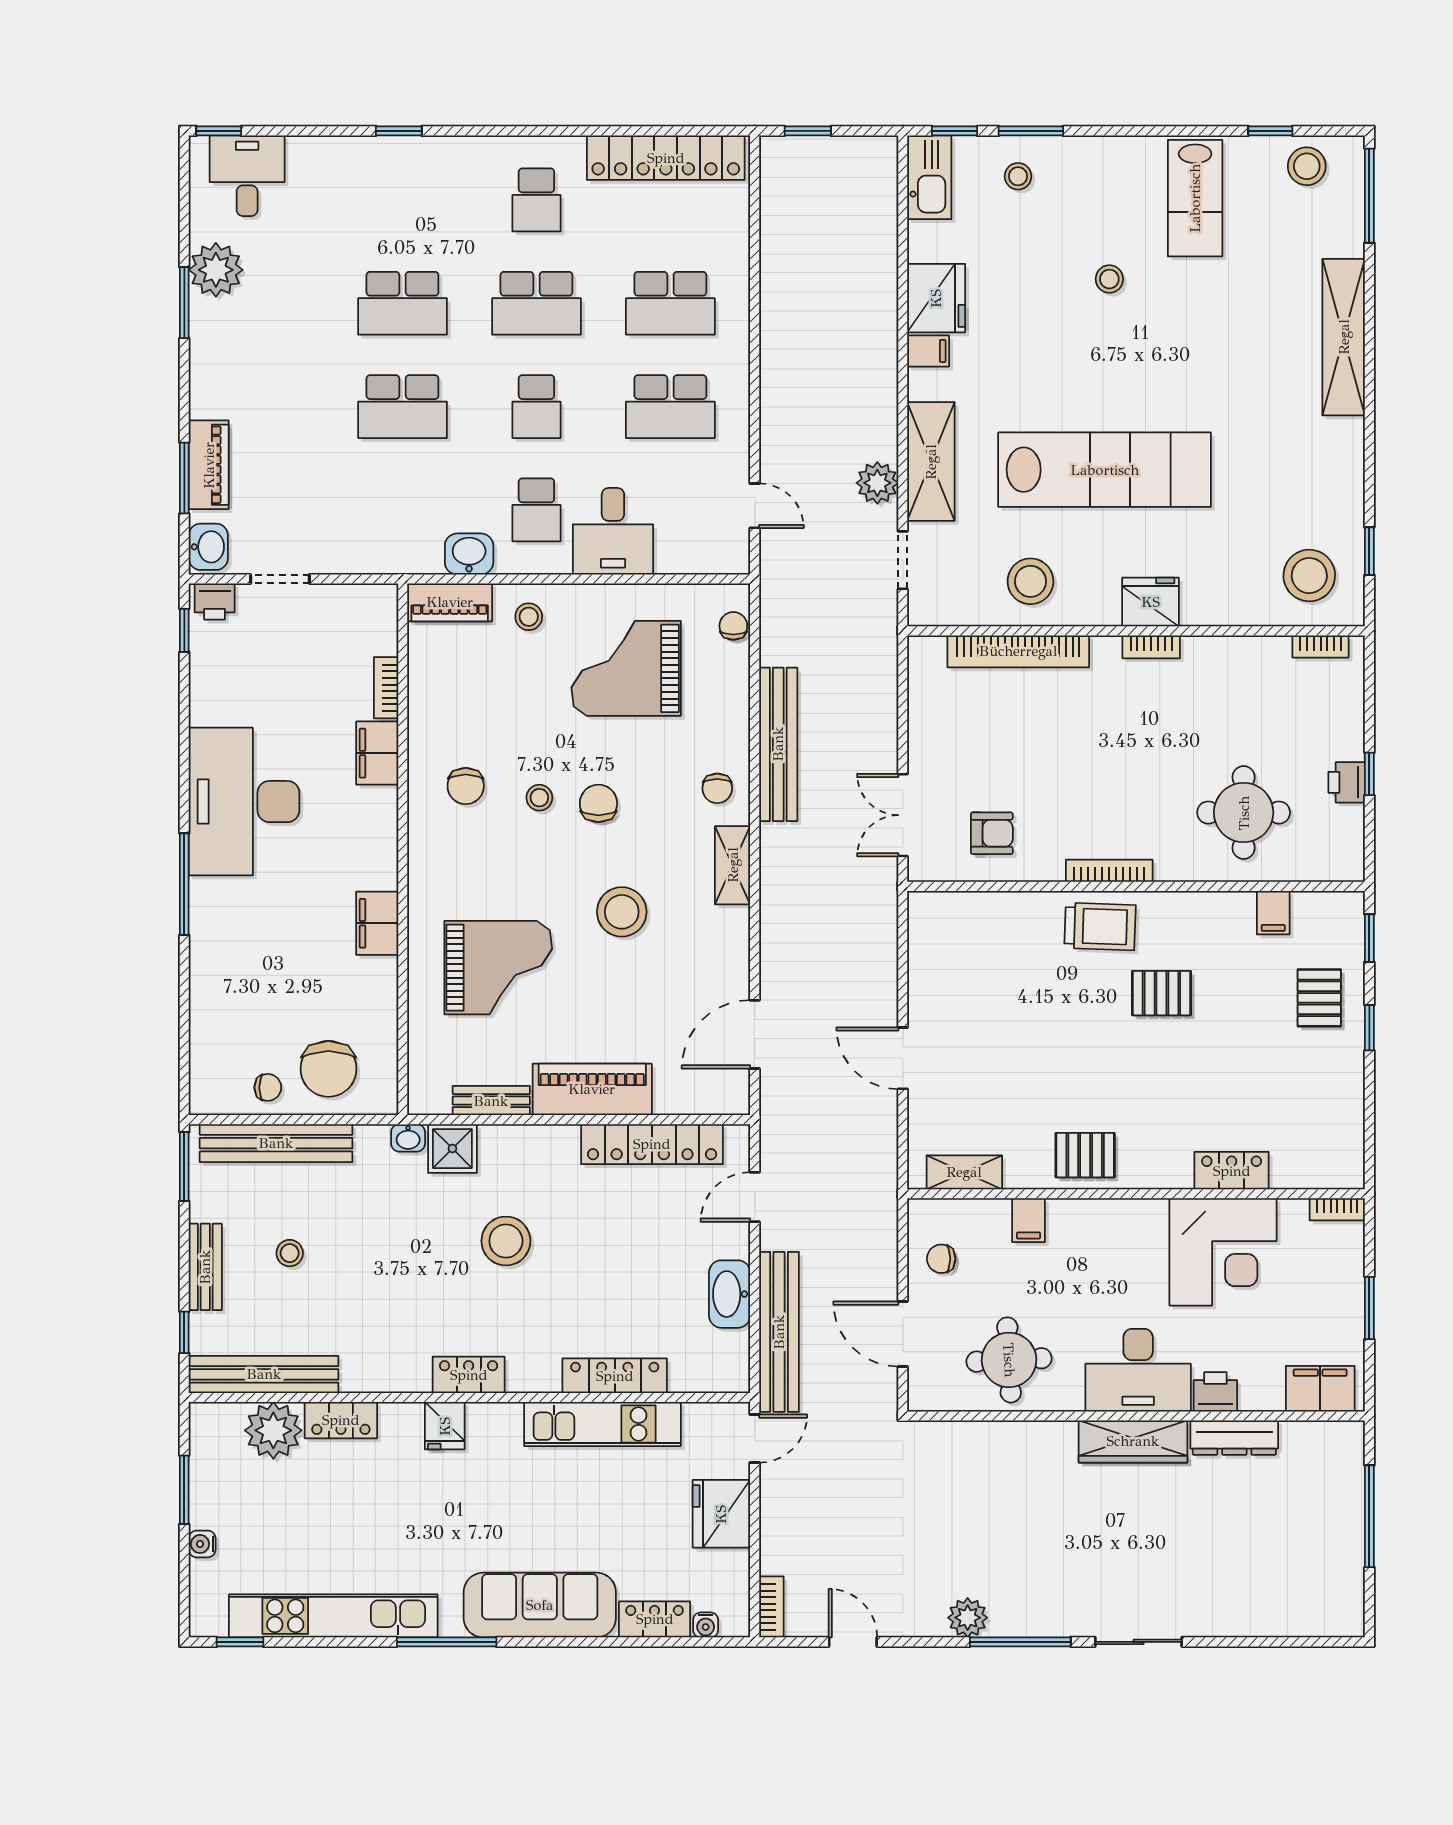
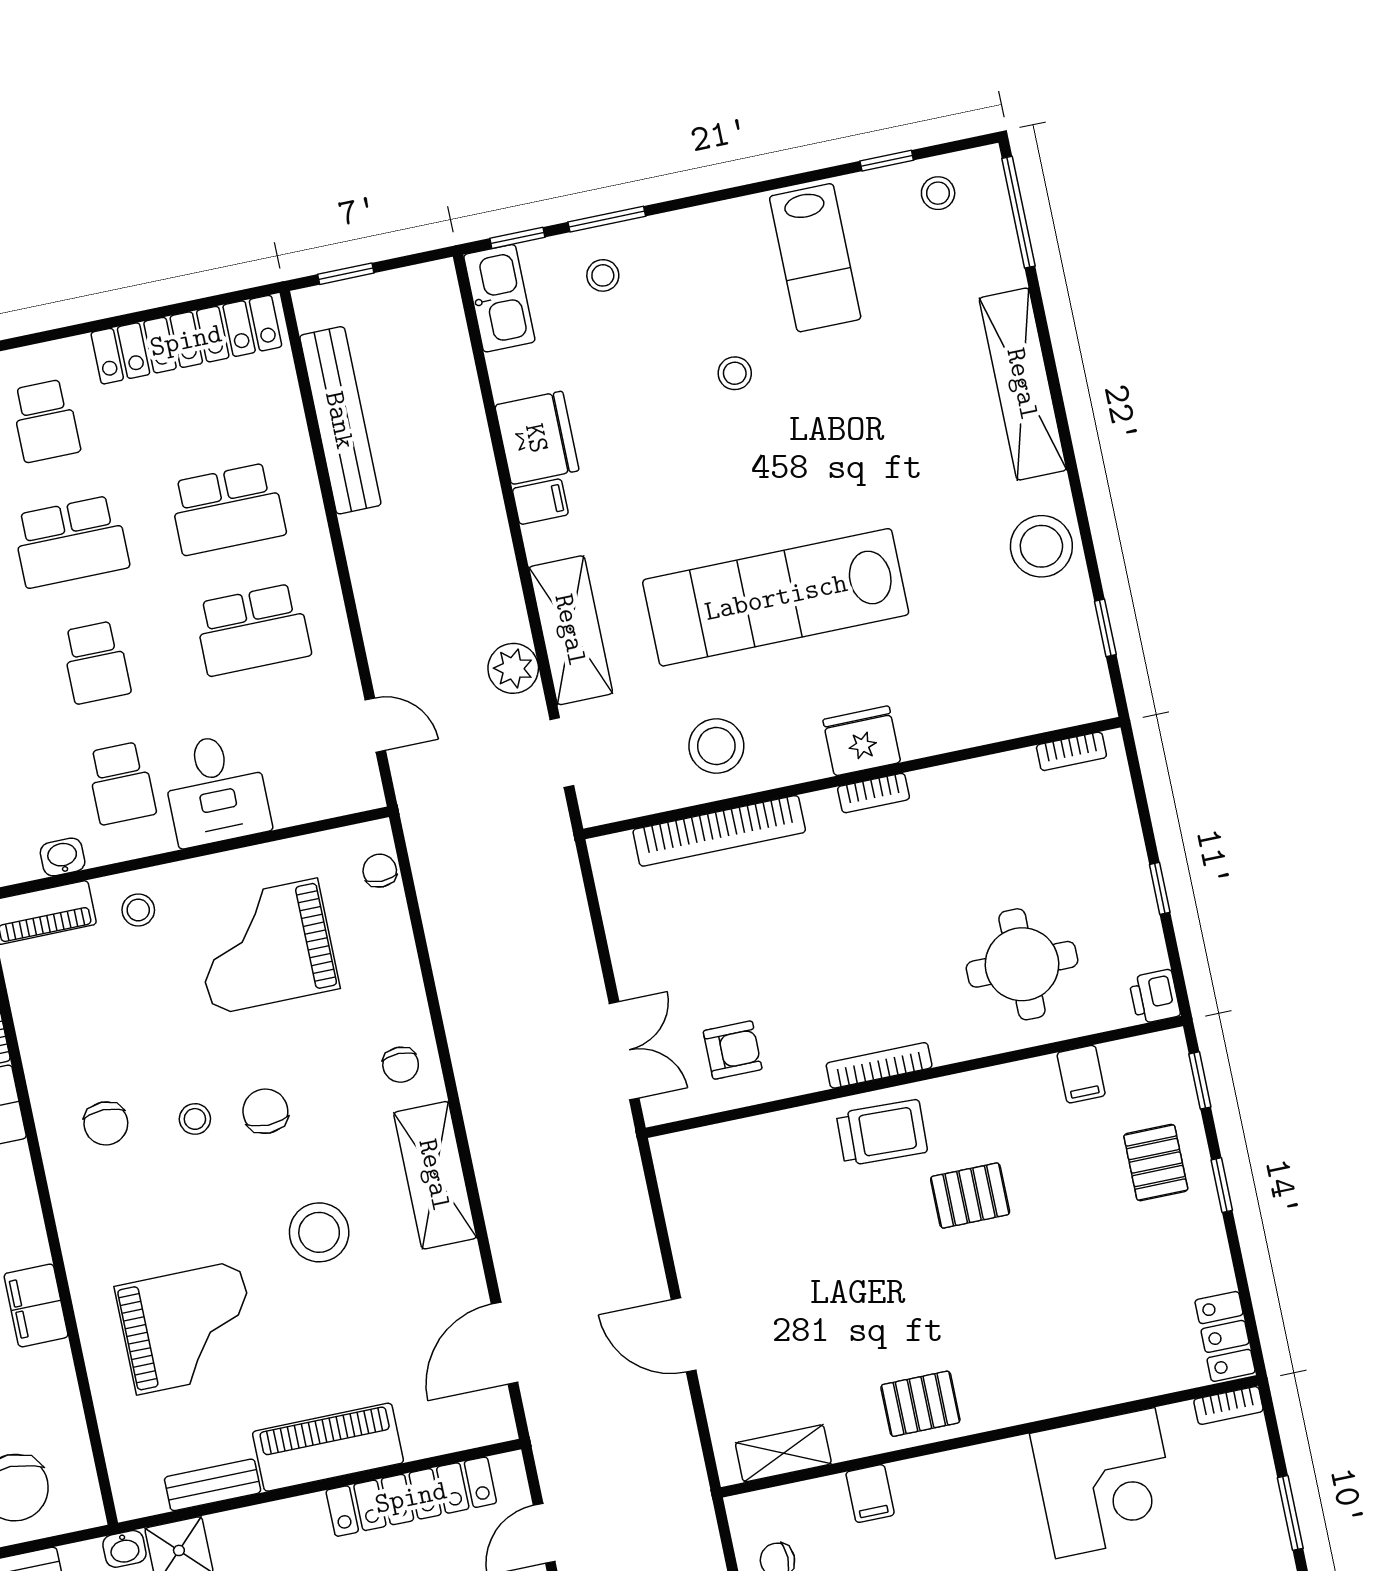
stool: (1307, 166) -> (938, 193), width x0.73, depth x0.73
lab bench: (1105, 470) -> (776, 597), turned 180
washbasin: (469, 554) -> (63, 857), width x0.72, depth x0.69
stool: (1309, 576) -> (1041, 546), moved
bench: (778, 744) -> (340, 420), moved
printer: (1347, 782) -> (1155, 997), moved
double door: (903, 815) -> (624, 1051), swing flipped
shelving: (733, 865) -> (435, 1175), width x1.50, depth x1.33
locker: (1232, 1171) -> (1225, 1336), moved, turned -90

